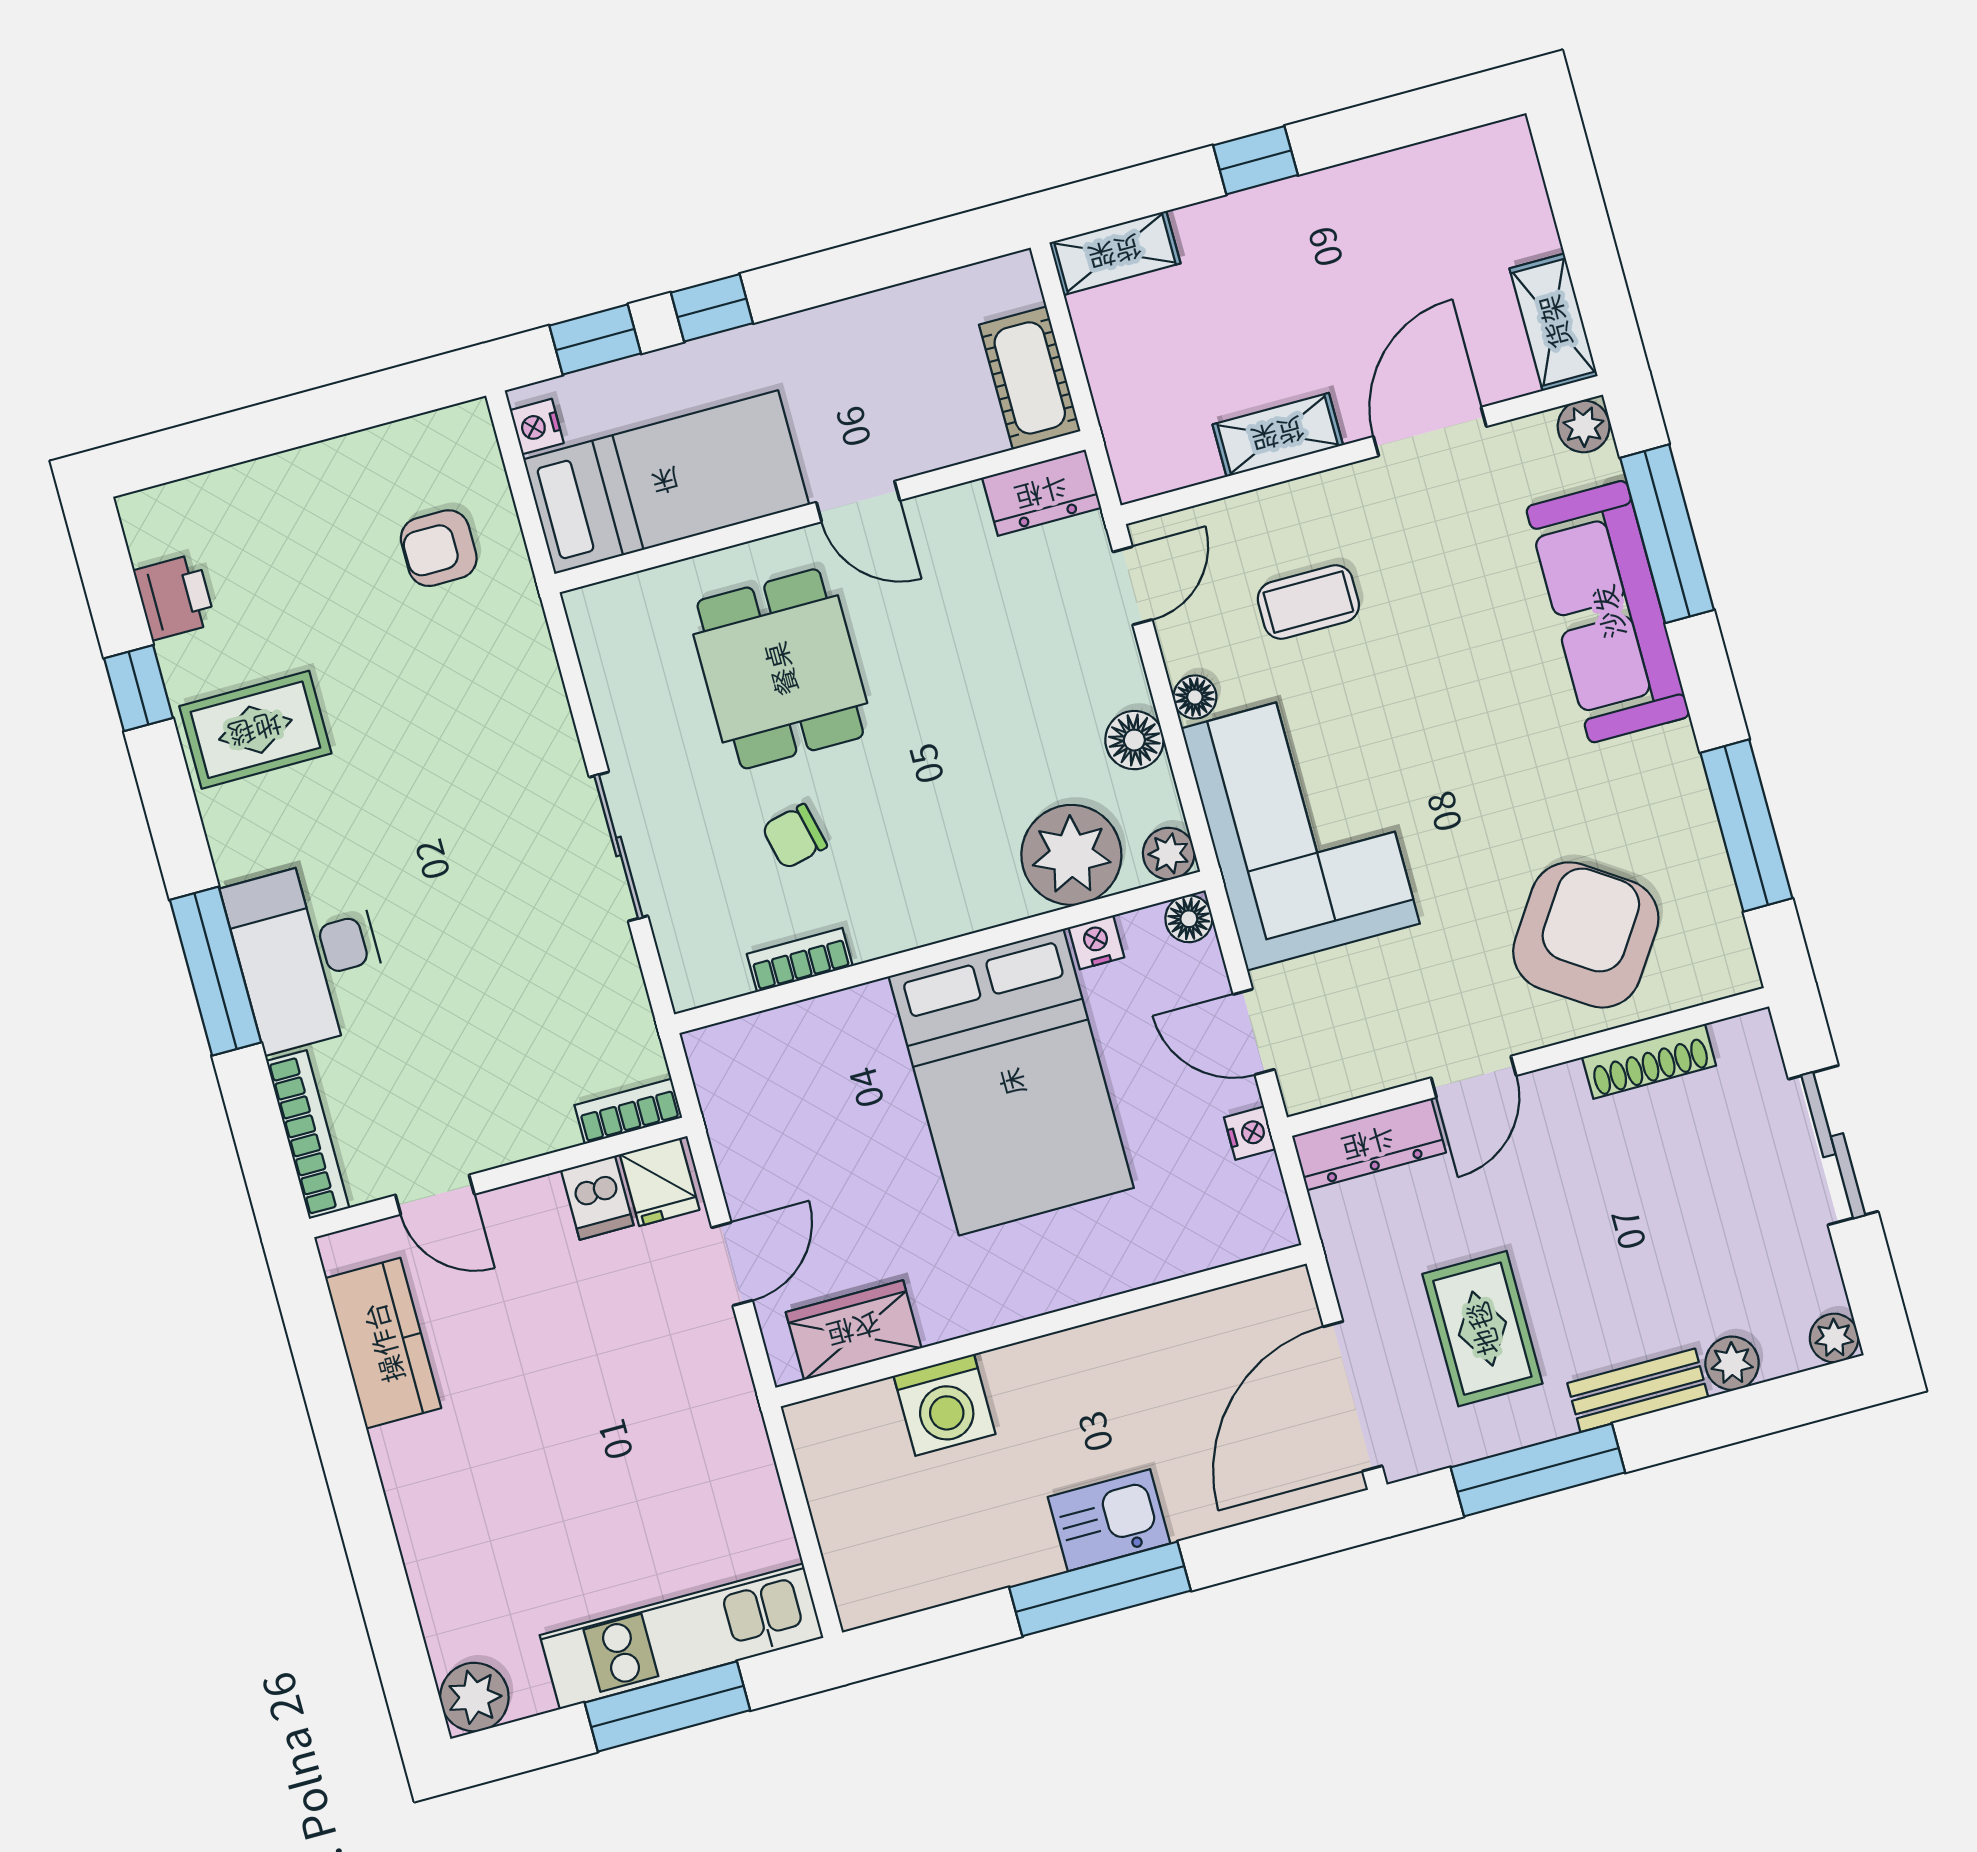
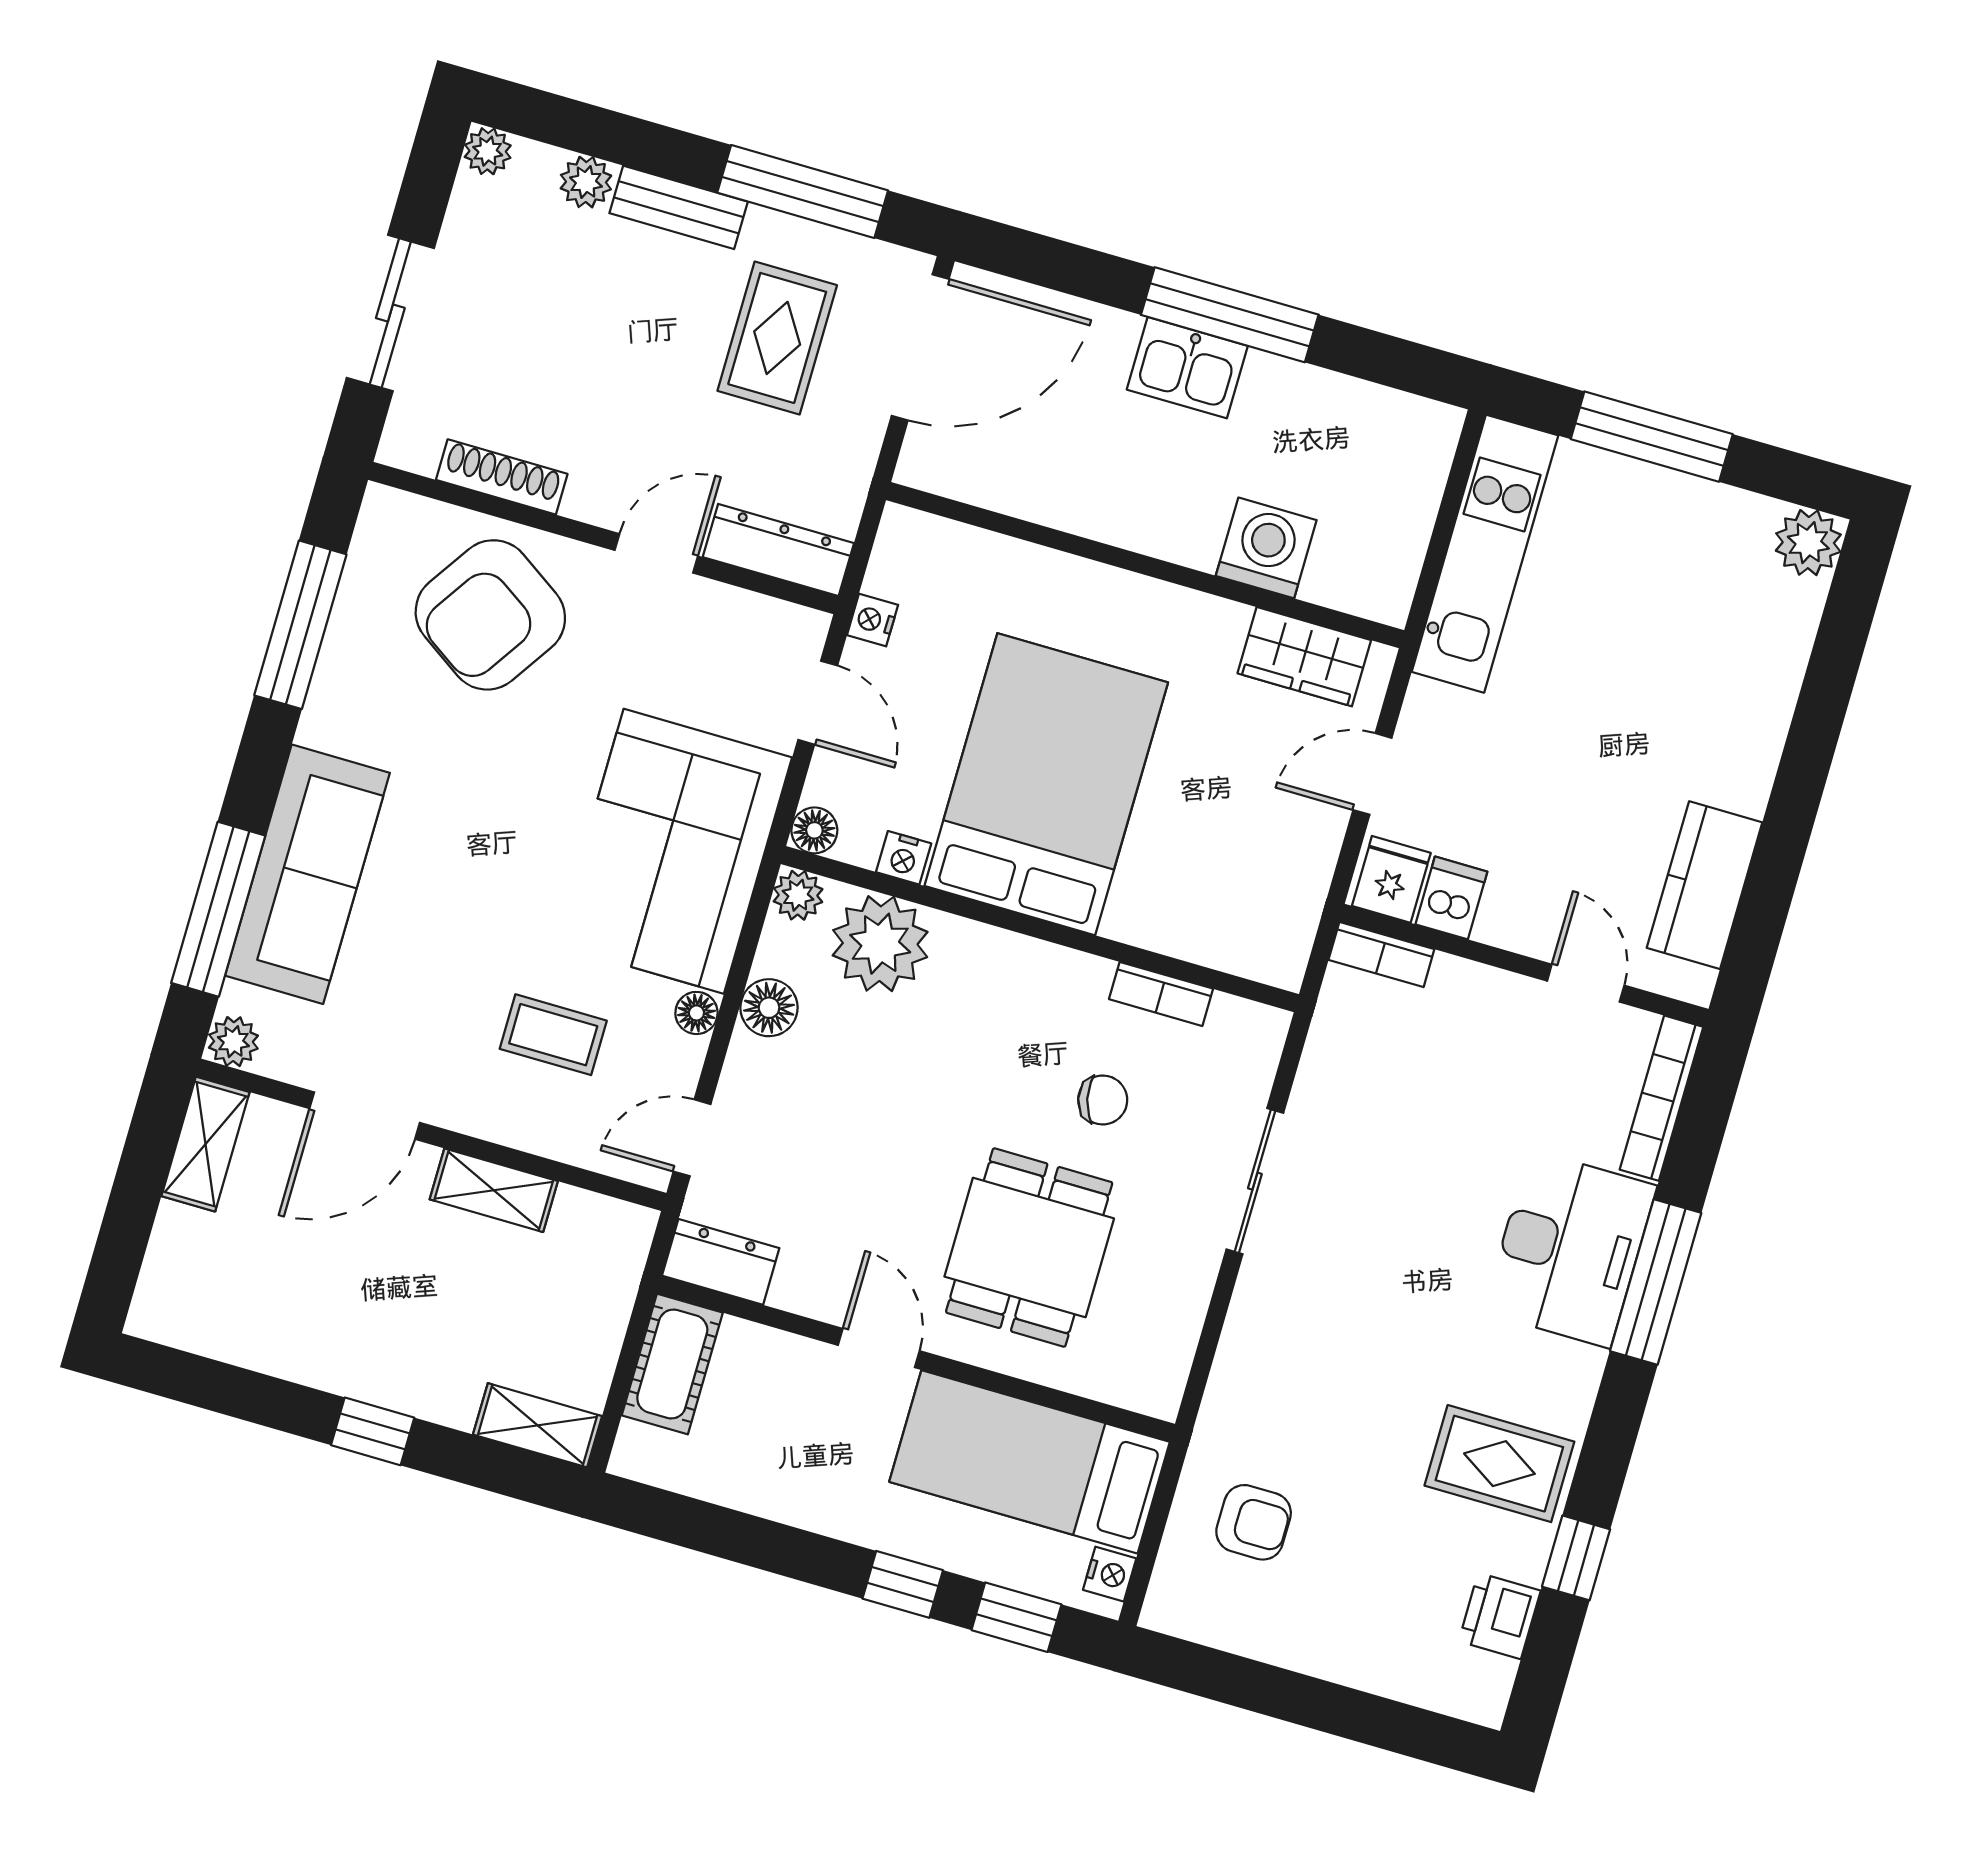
kitchen unit: (682, 1636) -> (1485, 554), moved, turned -90

